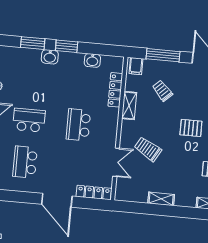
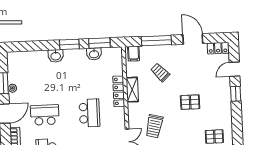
window: (33, 43) -> (99, 43), moved
locker: (115, 90) -> (119, 91), moved
school desk: (78, 125) -> (89, 113), turned 180
trolley: (148, 149) -> (154, 126), turned -106

